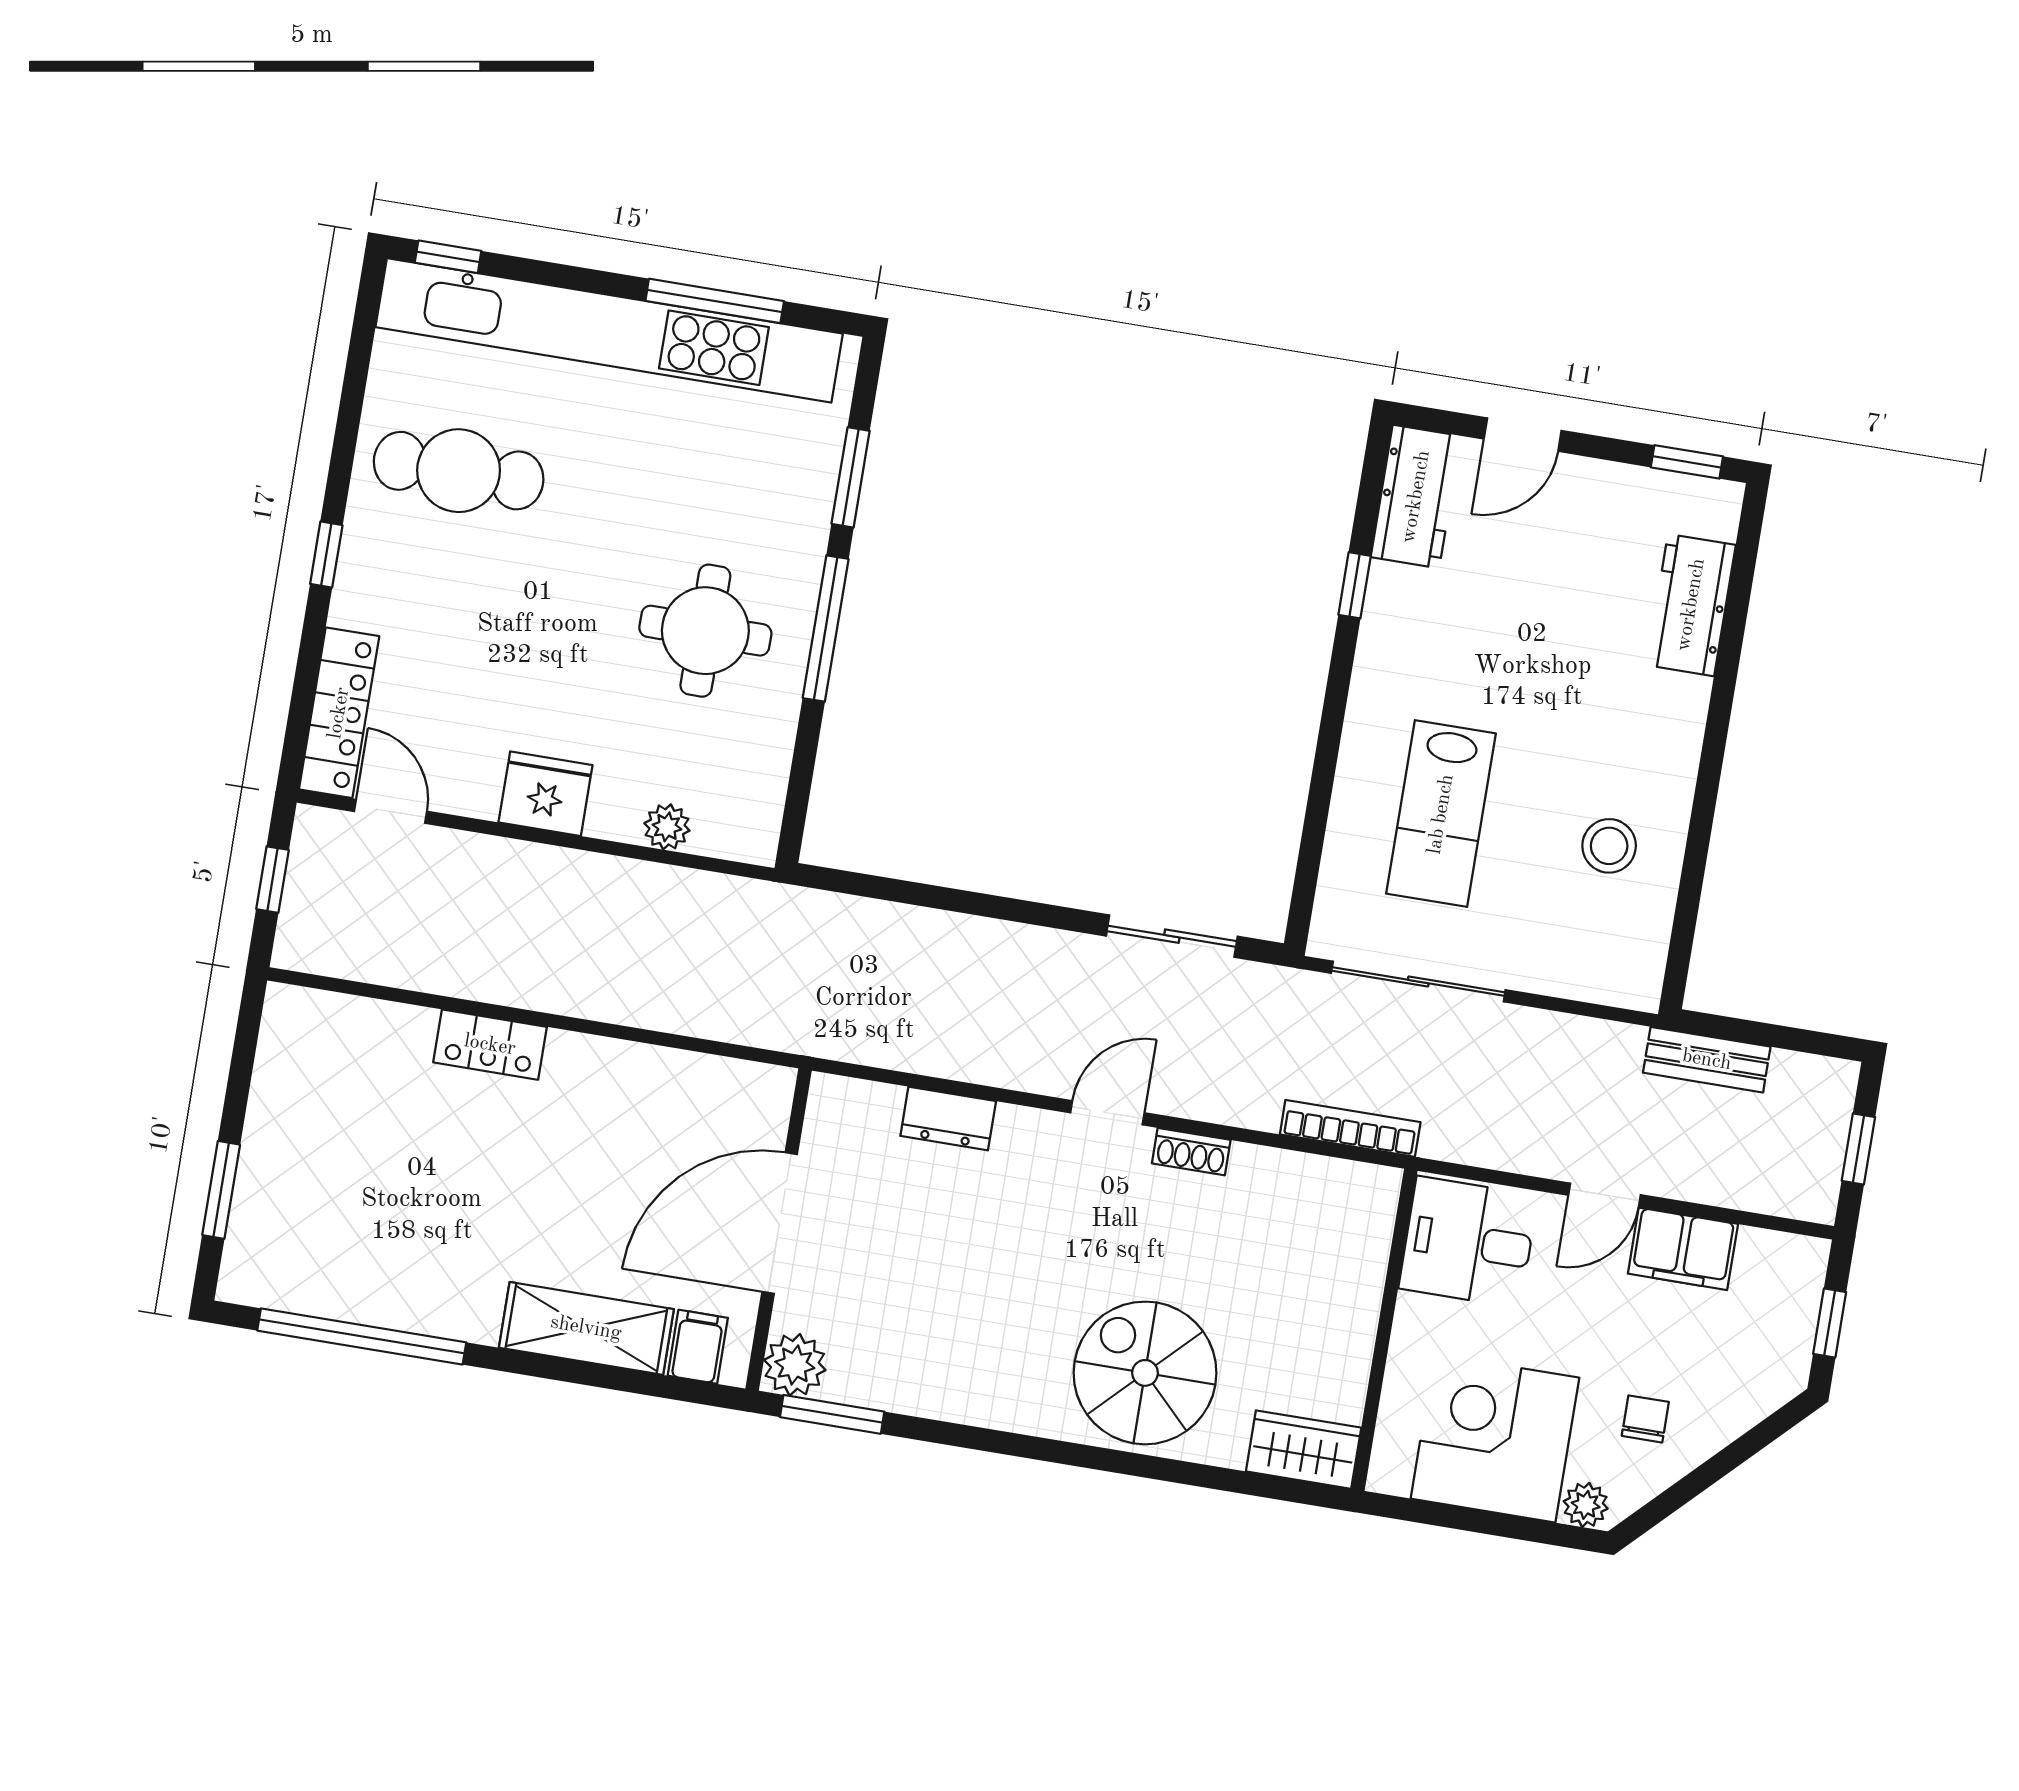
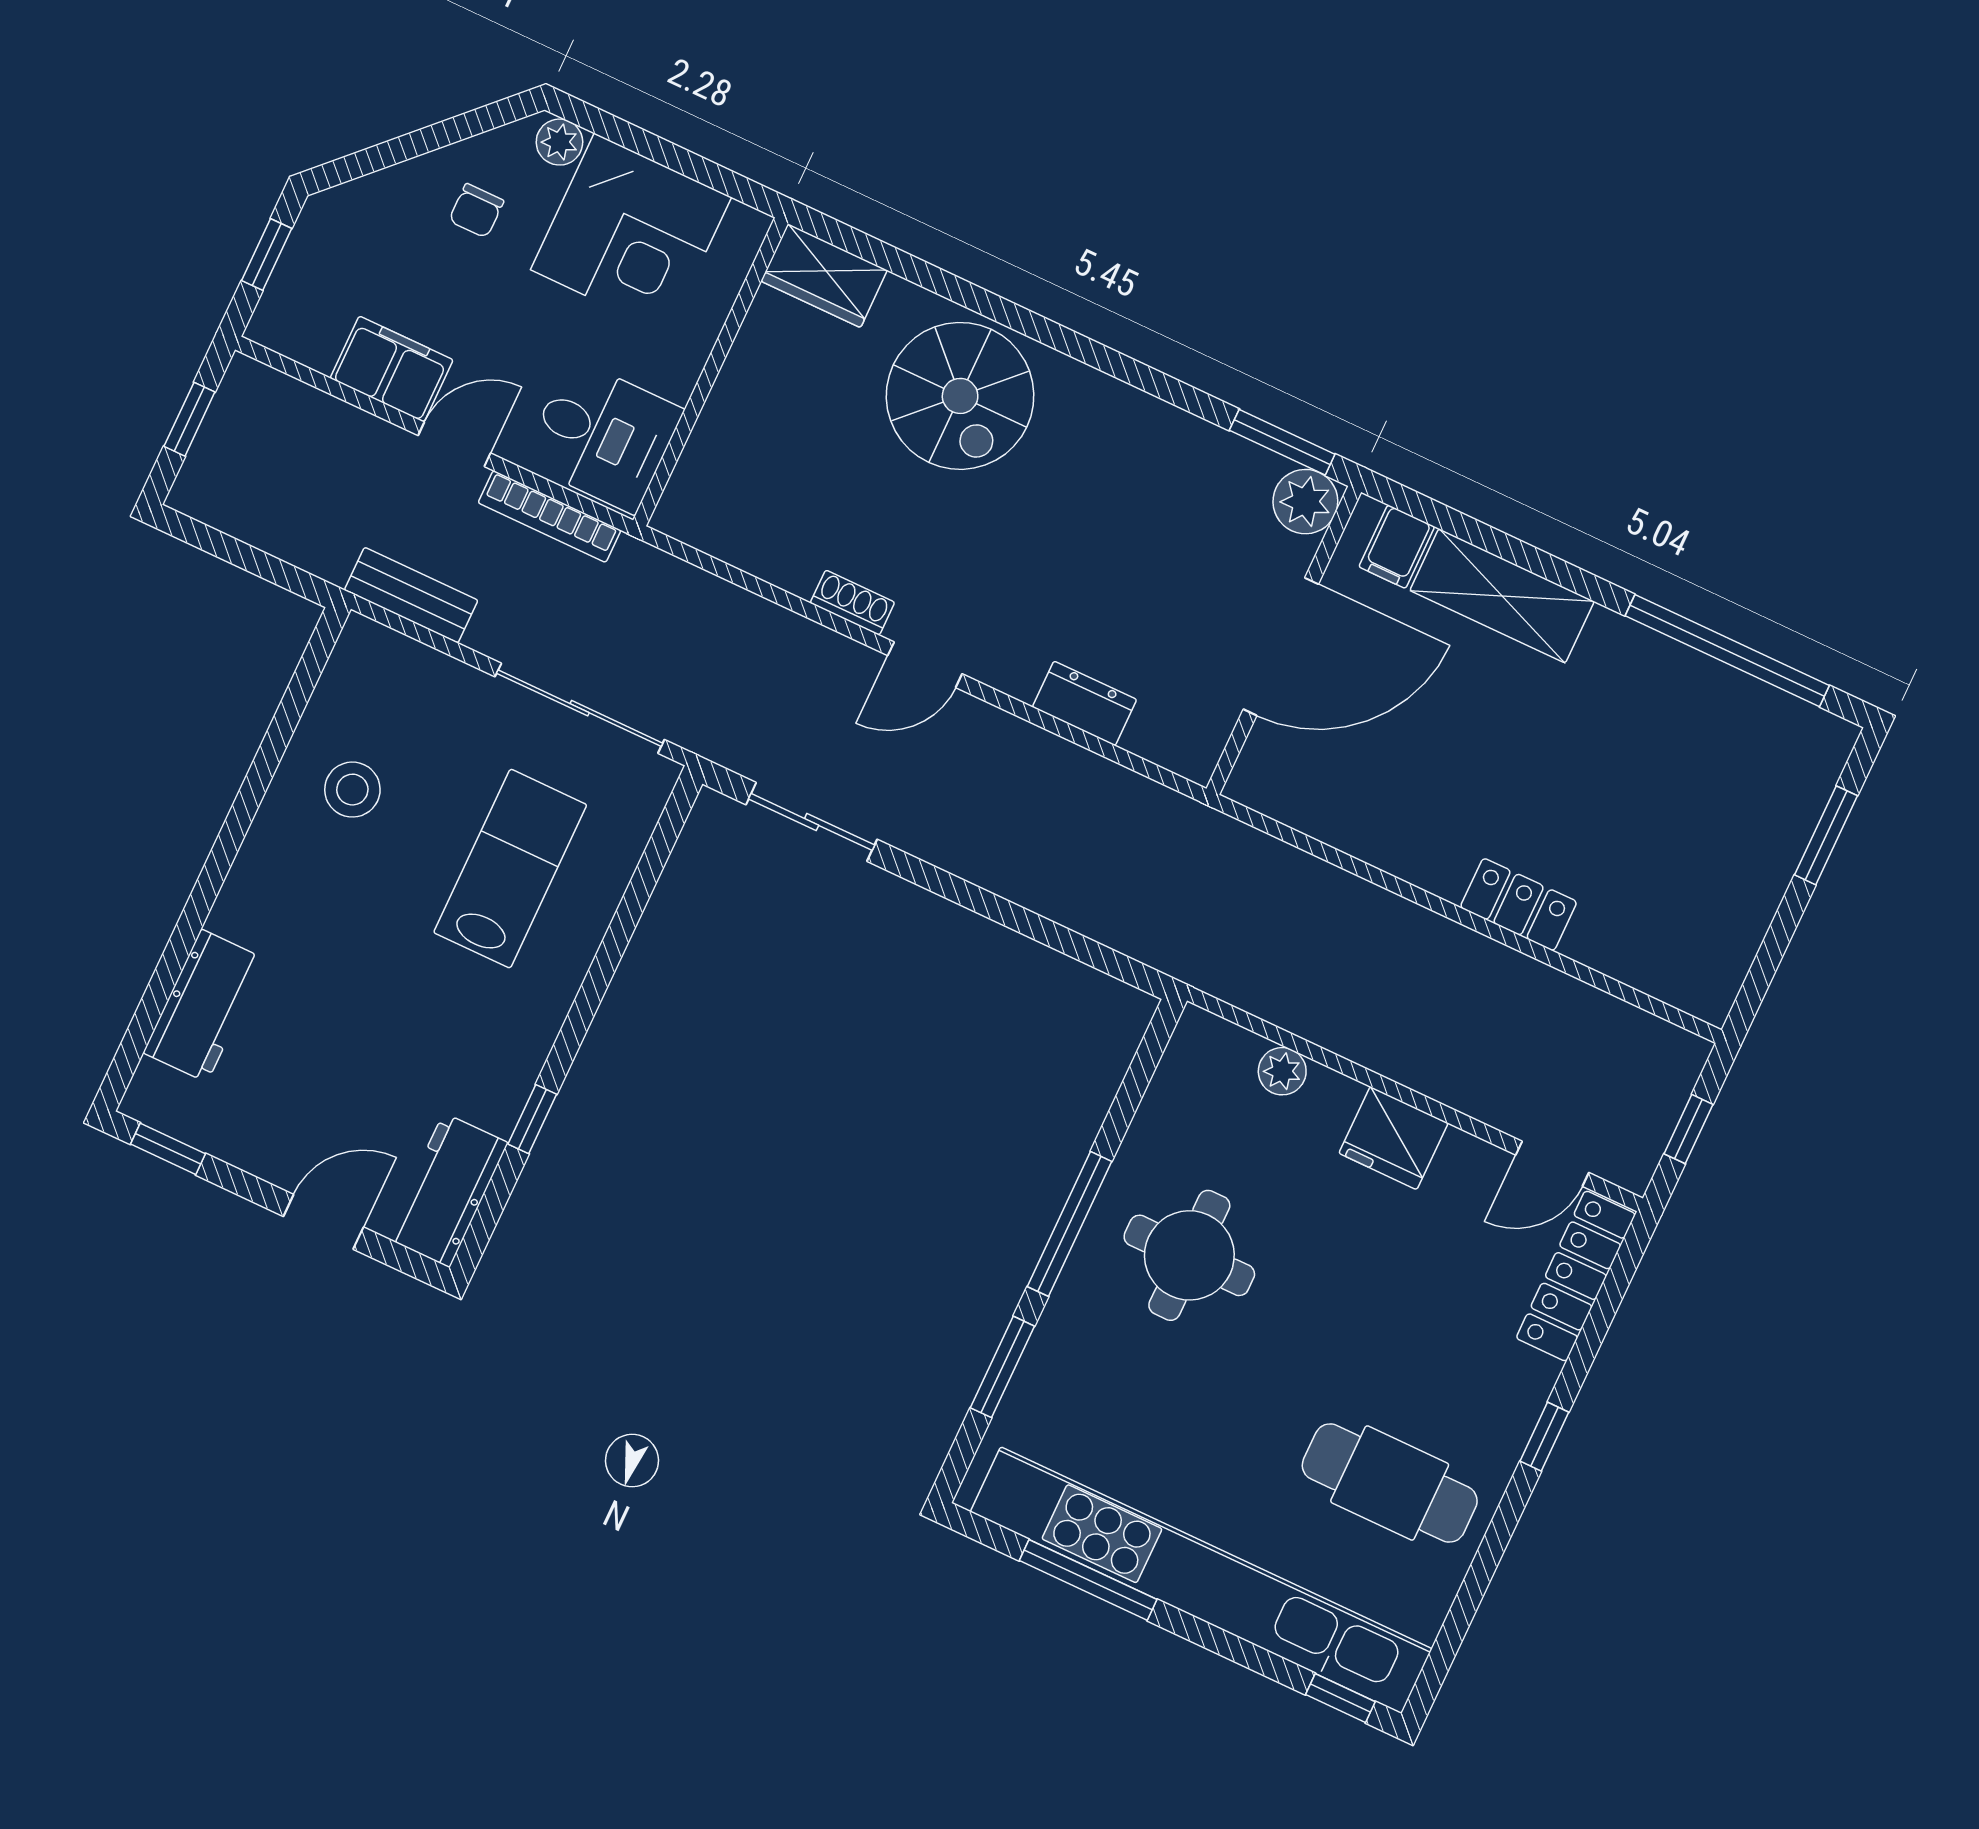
door: (391, 811) -> (1552, 1164), hinge flipped
bench: (1707, 1060) -> (411, 595), moved
bookcase: (1350, 1128) -> (549, 517), moved

